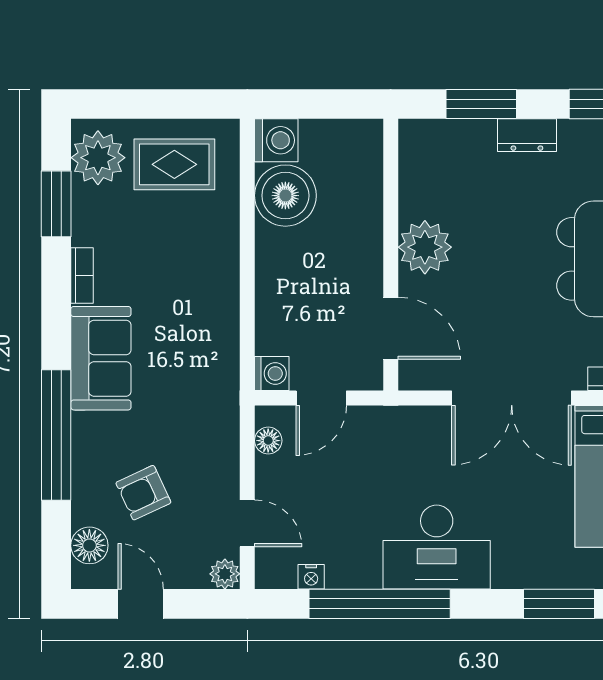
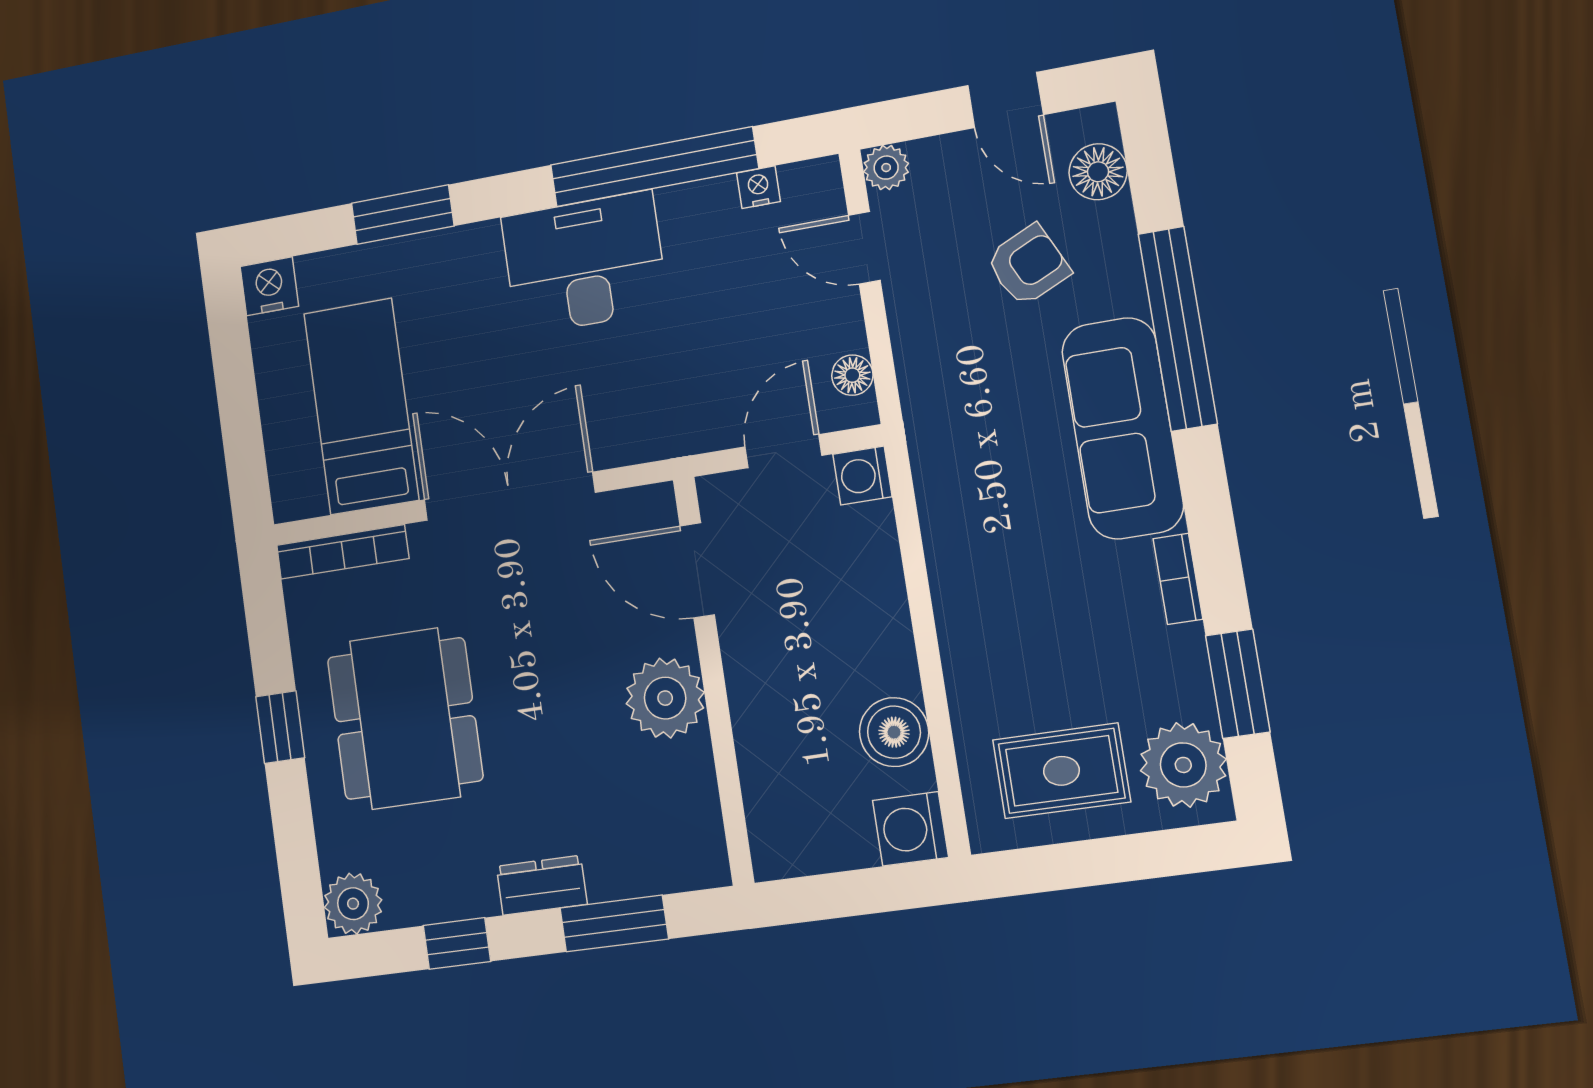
boiler: (285, 196) -> (894, 732), width x0.73, depth x0.73
sofa: (101, 358) -> (1122, 428), width x1.36

